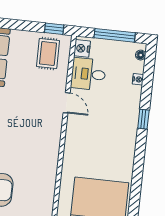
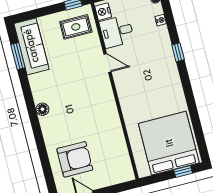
rug: (48, 54) -> (76, 27), turned 90

